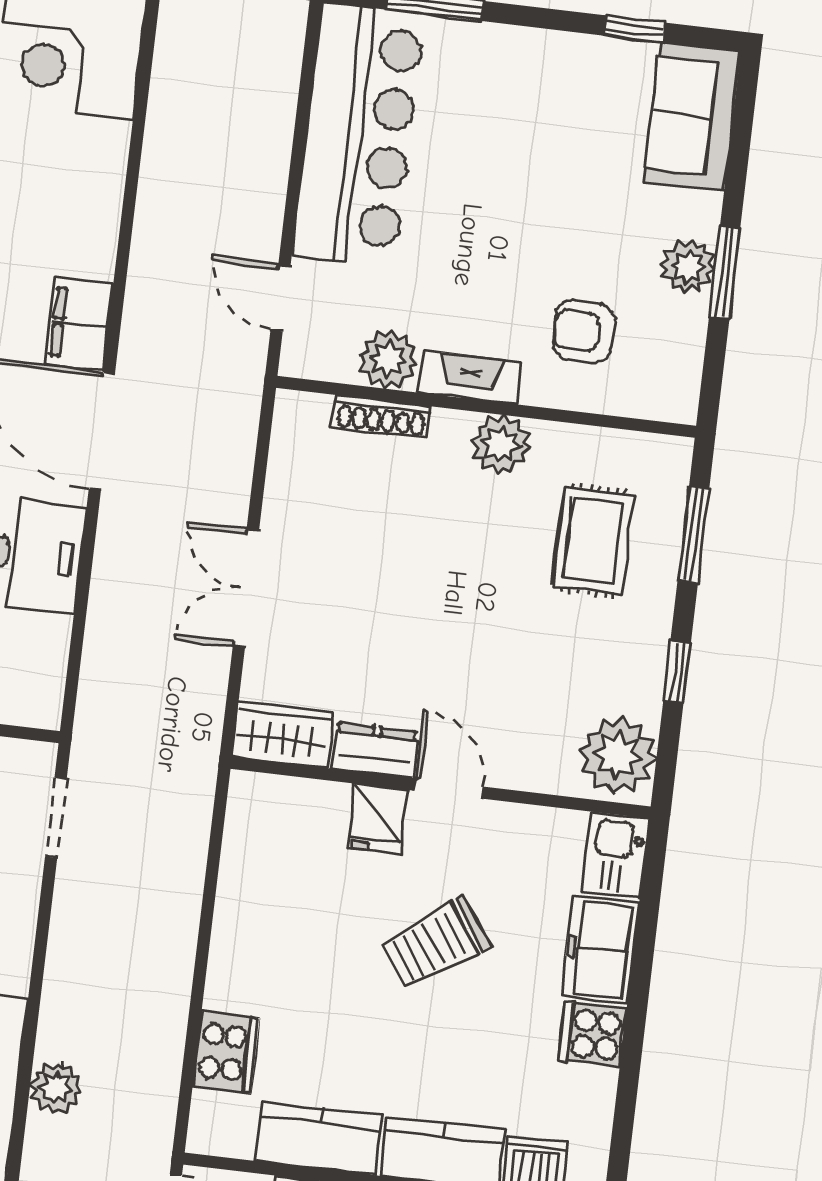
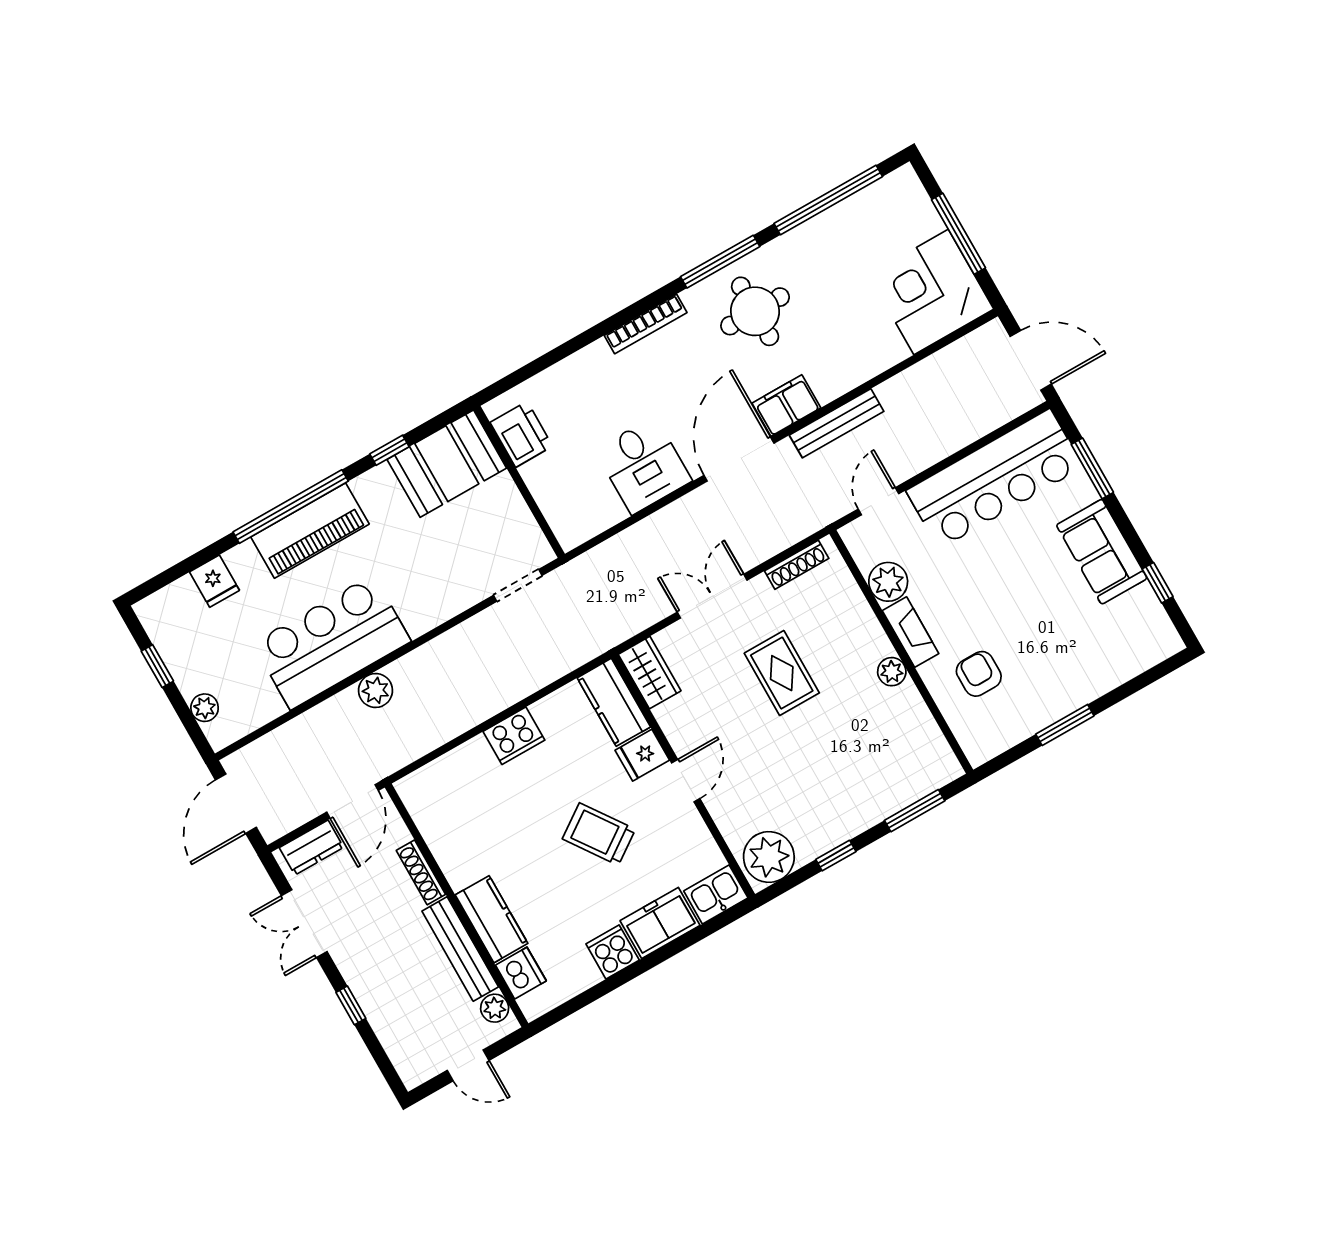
sofa: (692, 117) -> (1102, 552), moved, turned -90
plant: (688, 267) -> (1054, 703), removed
bench: (146, 278) -> (837, 423), added
shoe rack: (381, 417) -> (797, 565), moved, turned -90
plant: (501, 444) -> (892, 672), width x0.73, depth x0.73
rug: (593, 540) -> (782, 673), moved, turned 90
dresser: (375, 750) -> (677, 727), removed
cooker: (226, 1052) -> (514, 736), moved
kitchen counter: (319, 1138) -> (614, 702), moved, turned 180

